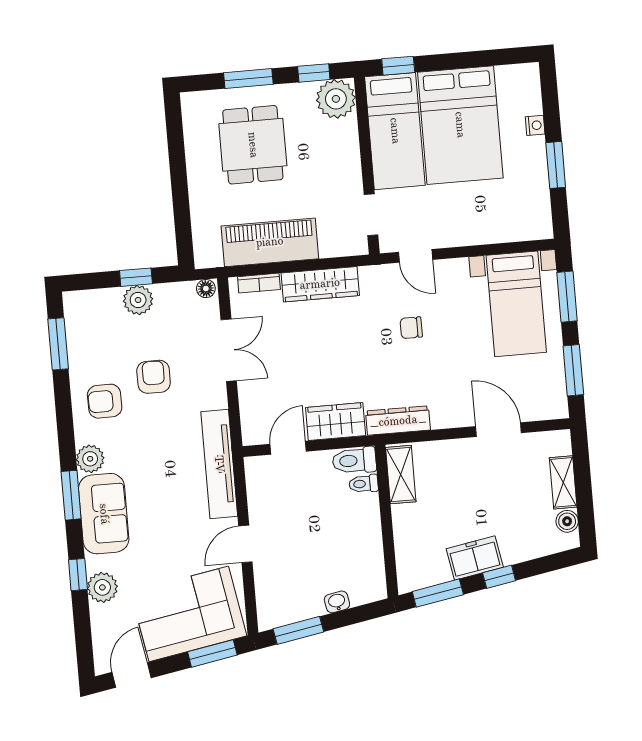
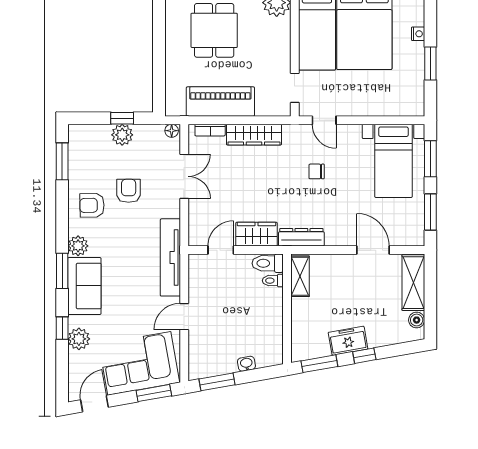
shelving: (563, 482) -> (413, 283), width x1.50, depth x1.33

